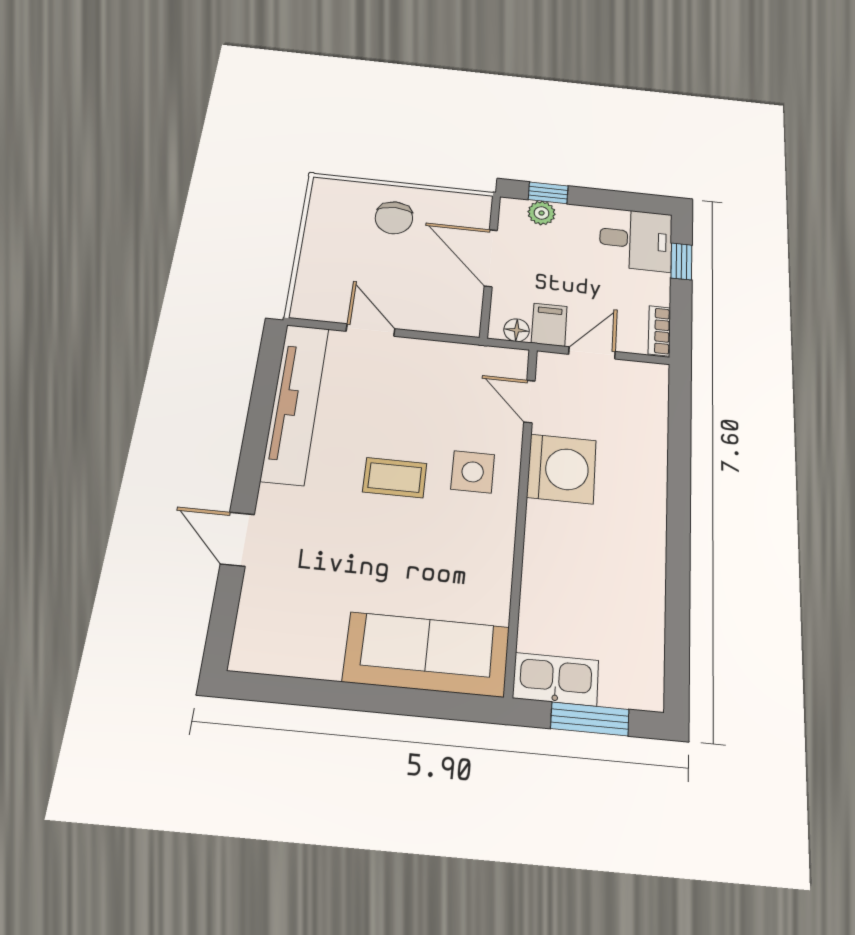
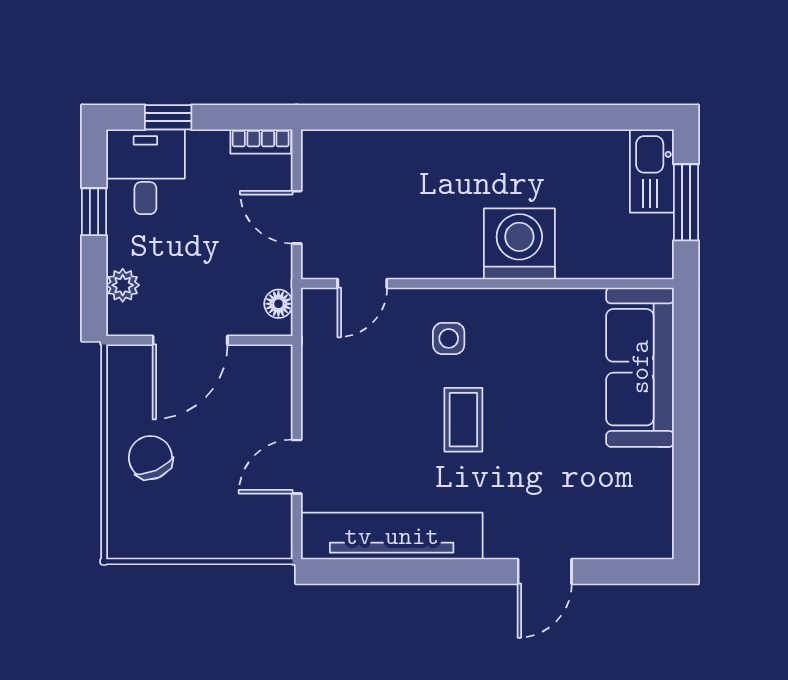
window: (548, 193) -> (94, 212), moved
chair: (394, 218) -> (150, 458), turned -114
filing cabinet: (549, 325) -> (267, 267), removed
washing machine: (562, 469) -> (519, 244), moved
side table: (473, 472) -> (449, 338), width x0.73, depth x0.73
kitchen sink: (556, 679) -> (652, 171), moved

